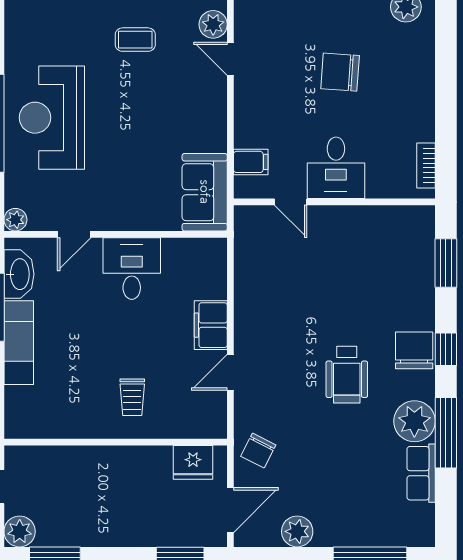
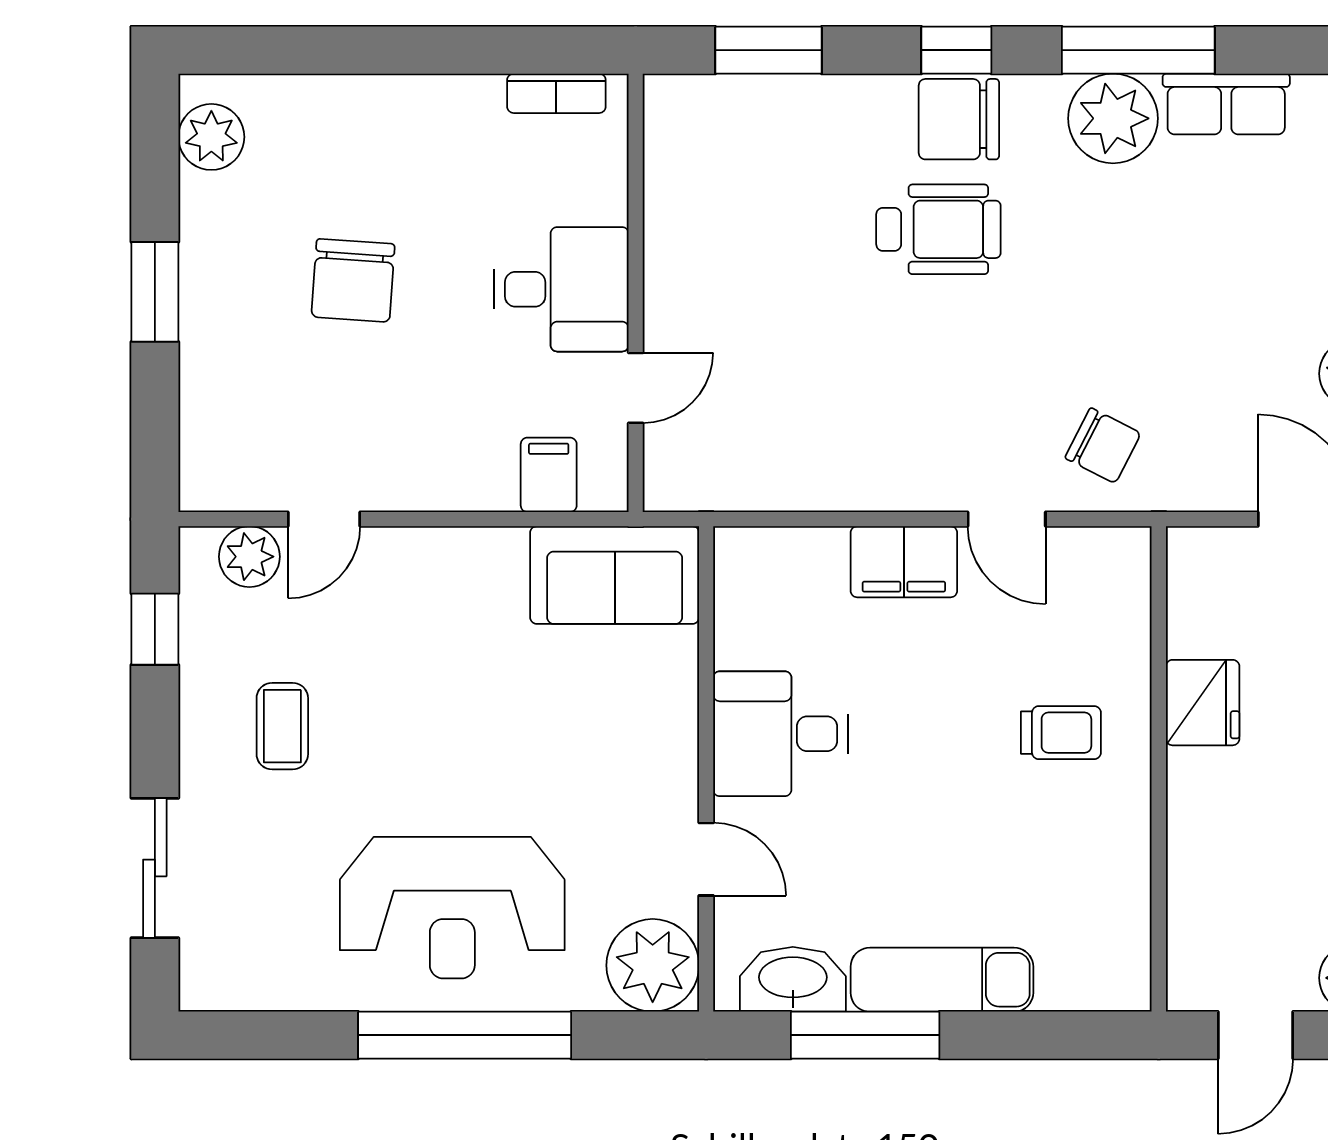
plant: (15, 220) -> (653, 965), width x1.88, depth x1.88
wheelchair: (347, 375) -> (938, 229), moved
chair: (258, 451) -> (1103, 446), moved
fridge: (193, 462) -> (1203, 703), moved

